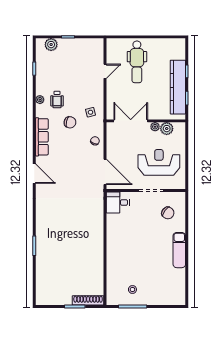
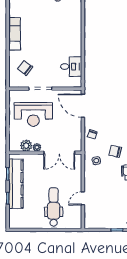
desk: (118, 202) -> (71, 67), moved

